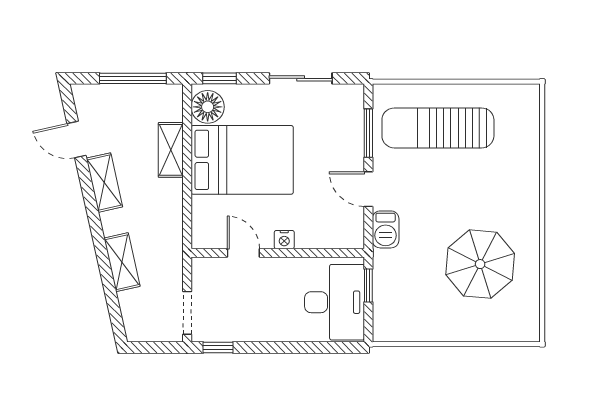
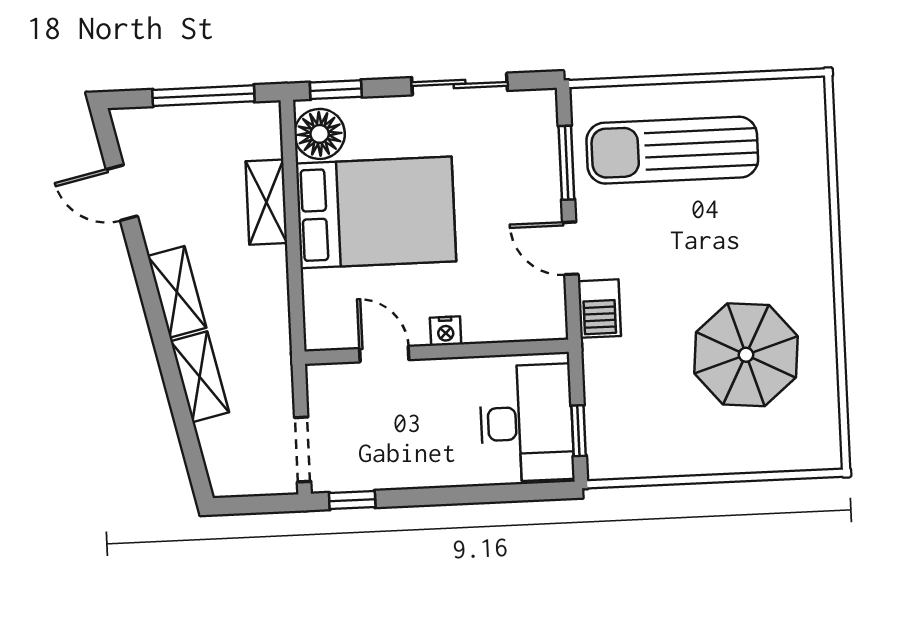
shelving: (104, 183) -> (177, 292), moved
window: (368, 285) -> (579, 431), moved

